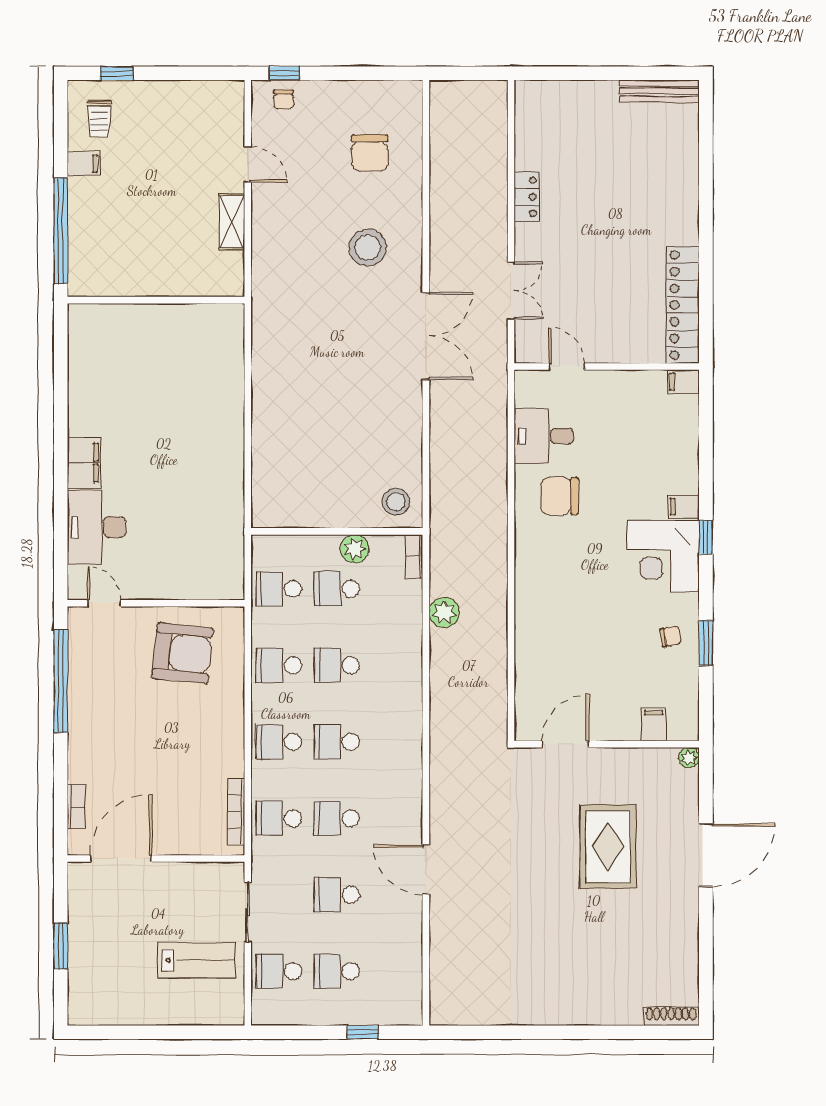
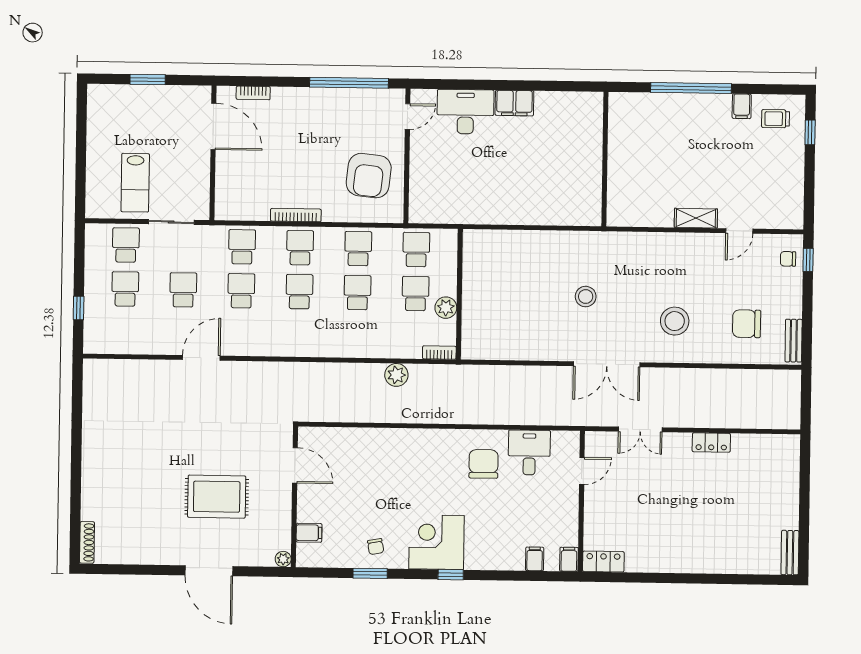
bench: (391, 91) -> (794, 341), added
bench: (659, 91) -> (790, 553), width x0.73
wall: (156, 300) -> (605, 159), moved
locker: (683, 305) -> (603, 562), width x0.46, depth x0.83
stool: (396, 502) -> (586, 297), moved
filing cabinet: (684, 507) -> (535, 559), moved
bookcase: (236, 812) -> (296, 215), moved

